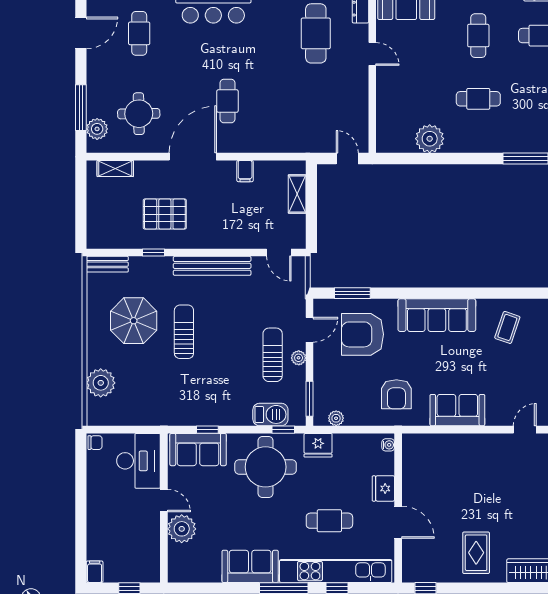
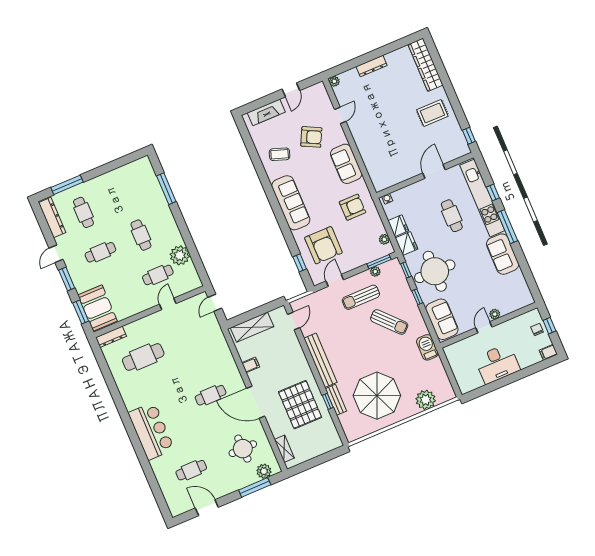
door: (372, 54) -> (168, 304), moved
cafe table: (416, 99) -> (158, 275), added
shelving: (297, 194) -> (252, 327), width x1.50, depth x1.33
pallet: (165, 214) -> (300, 405), width x1.37, depth x1.41
bench: (107, 264) -> (336, 400), moved
window: (352, 293) -> (300, 263), width x0.67
parasol: (134, 321) -> (377, 396), width x1.36, depth x1.36
door: (310, 330) -> (335, 280), hinge flipped
sun lounger: (184, 332) -> (389, 322), moved, turned -133
plant: (299, 358) -> (375, 272), moved
armchair: (512, 379) -> (311, 137), added
barbecue: (270, 414) -> (427, 347), moved
window: (207, 430) -> (417, 297), moved
door: (525, 430) -> (340, 115), swing flipped
chair: (95, 443) -> (537, 330), moved
desk: (138, 461) -> (497, 364), moved, turned 180
fridge: (383, 488) -> (398, 226), moved, turned -90
plant: (182, 529) -> (495, 314), width x0.53, depth x0.53

